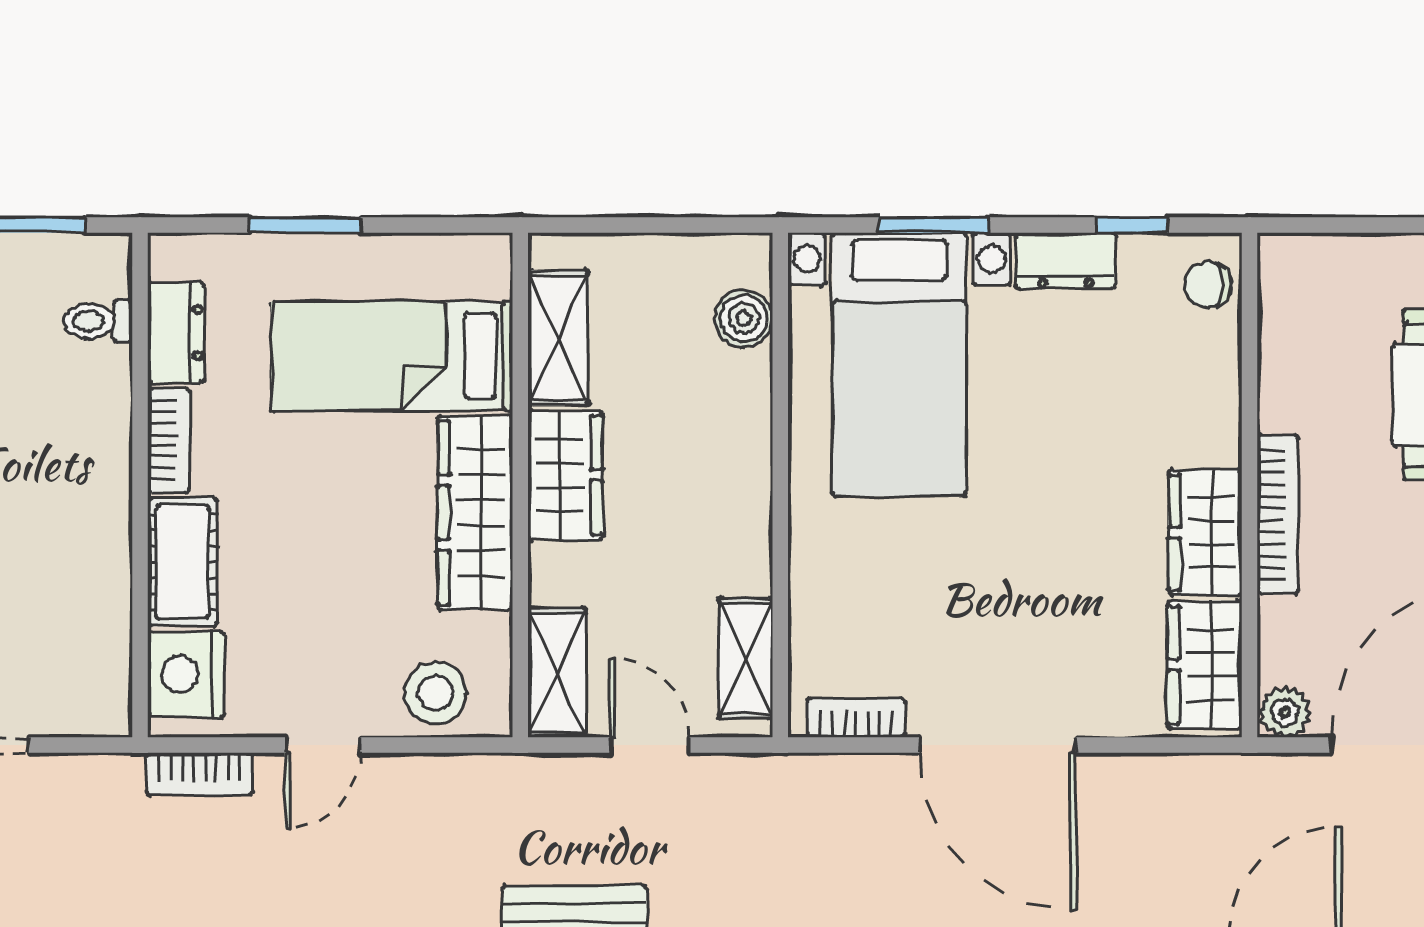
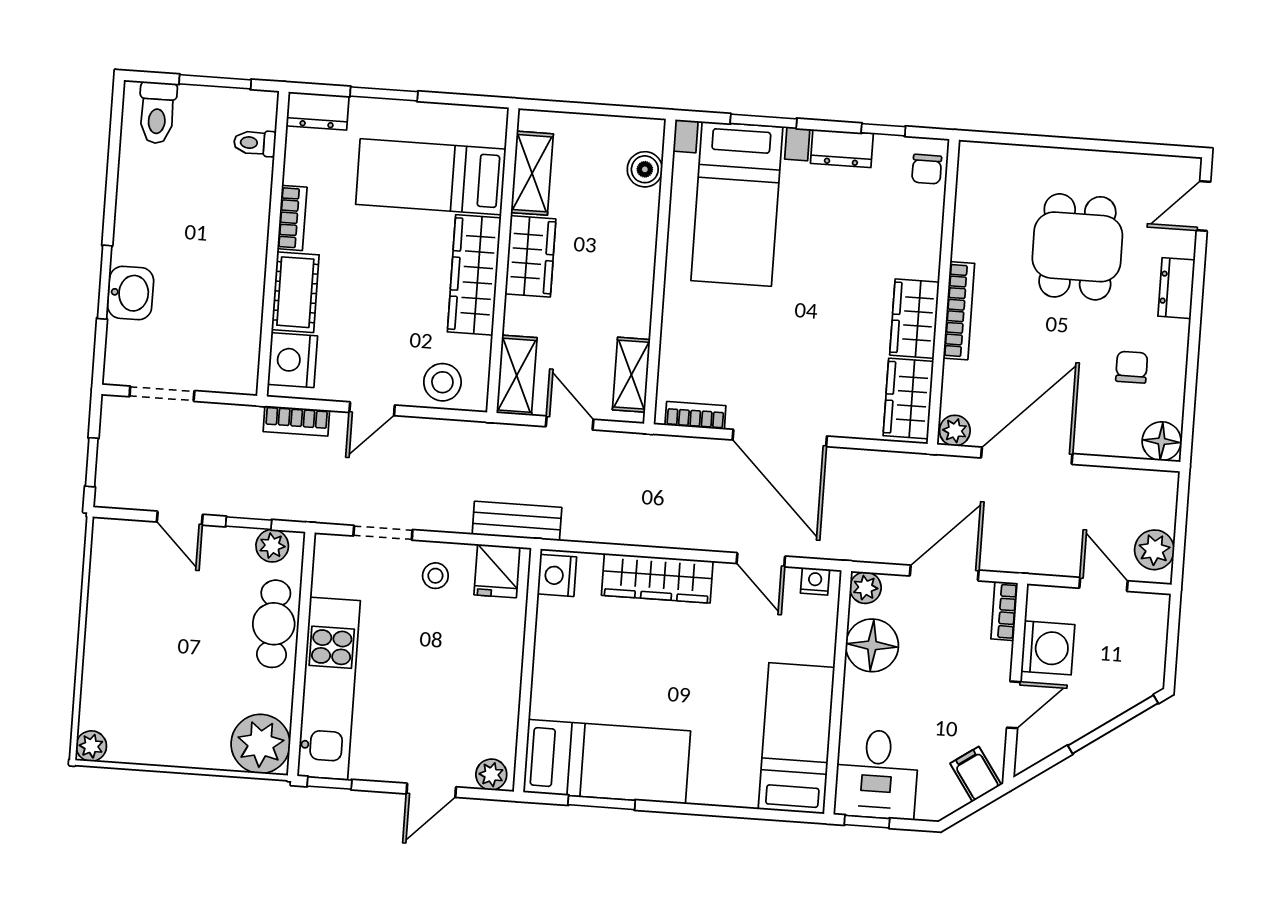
chair: (1208, 285) -> (927, 169), turned -90
dresser: (176, 332) -> (318, 111), moved, turned 90

